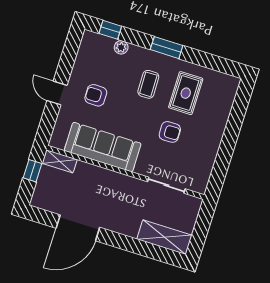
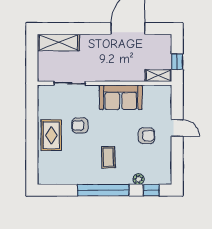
window: (167, 48) -> (103, 190), width x2.11
rug: (186, 93) -> (51, 135), moved
sofa: (103, 147) -> (121, 97), width x0.73

